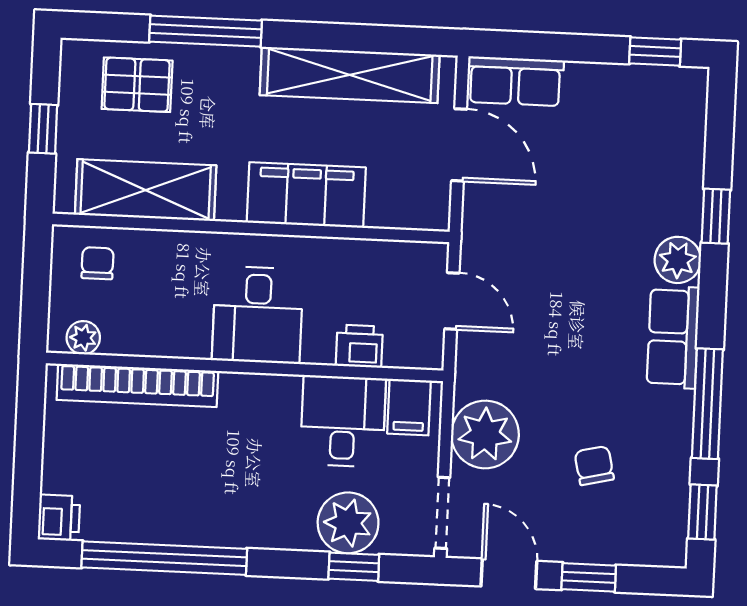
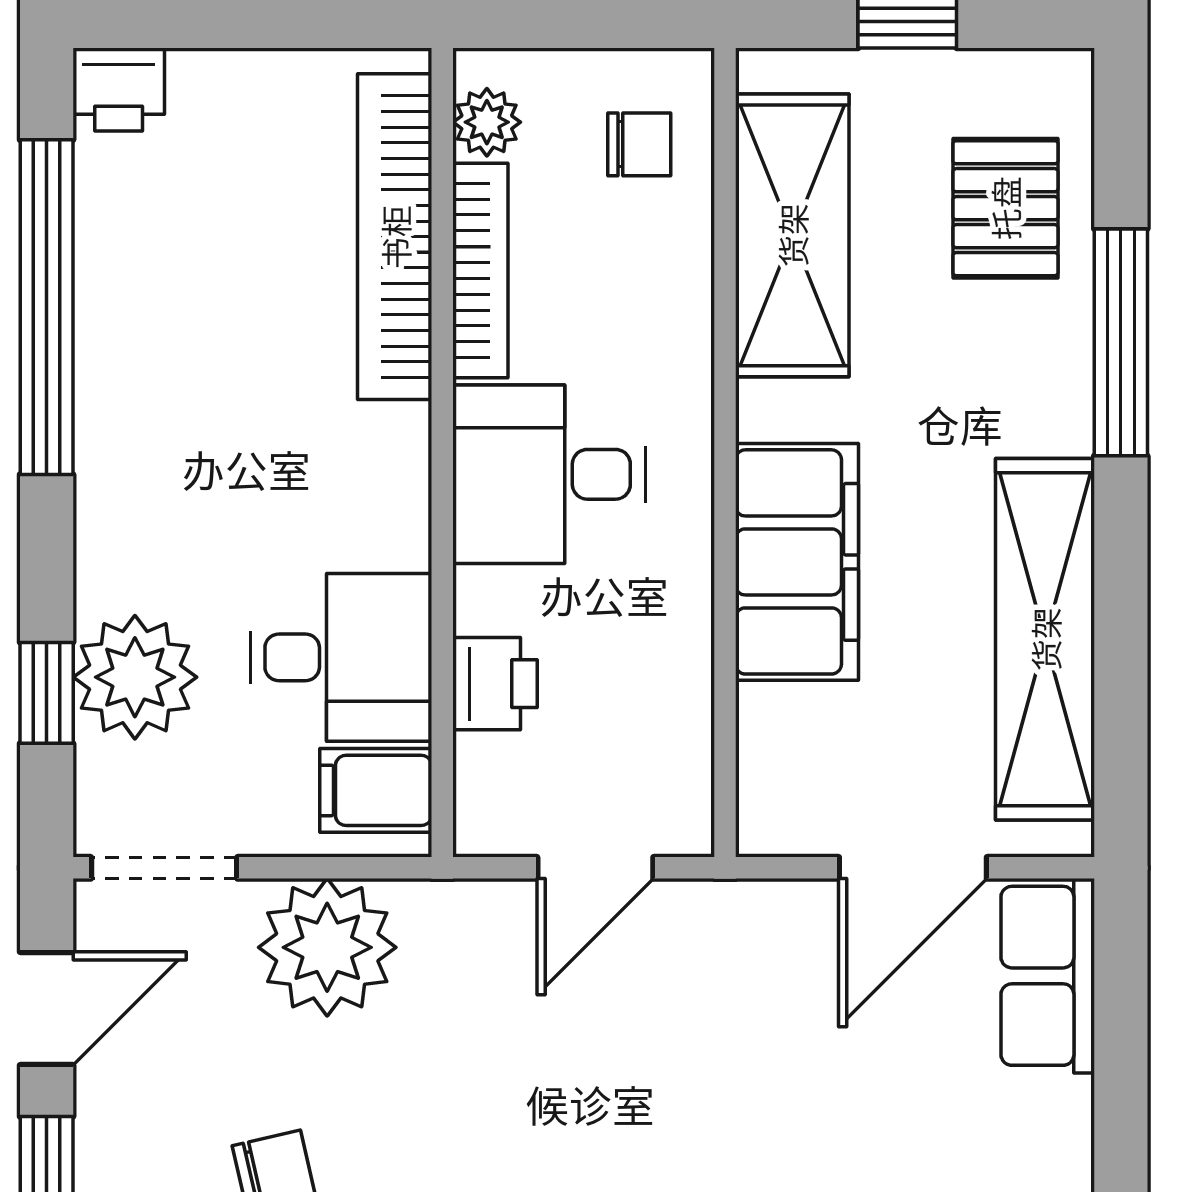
bookcase: (156, 344) -> (480, 270), added

